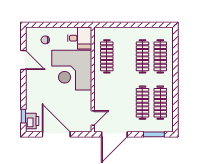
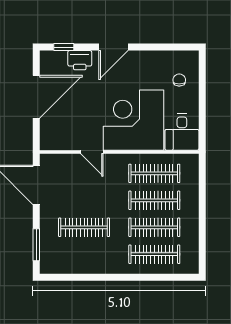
door: (23, 60) -> (113, 47), moved
clothes rail: (160, 103) -> (154, 200), moved
door: (93, 118) -> (92, 152), moved
printer: (32, 121) -> (80, 60), moved

